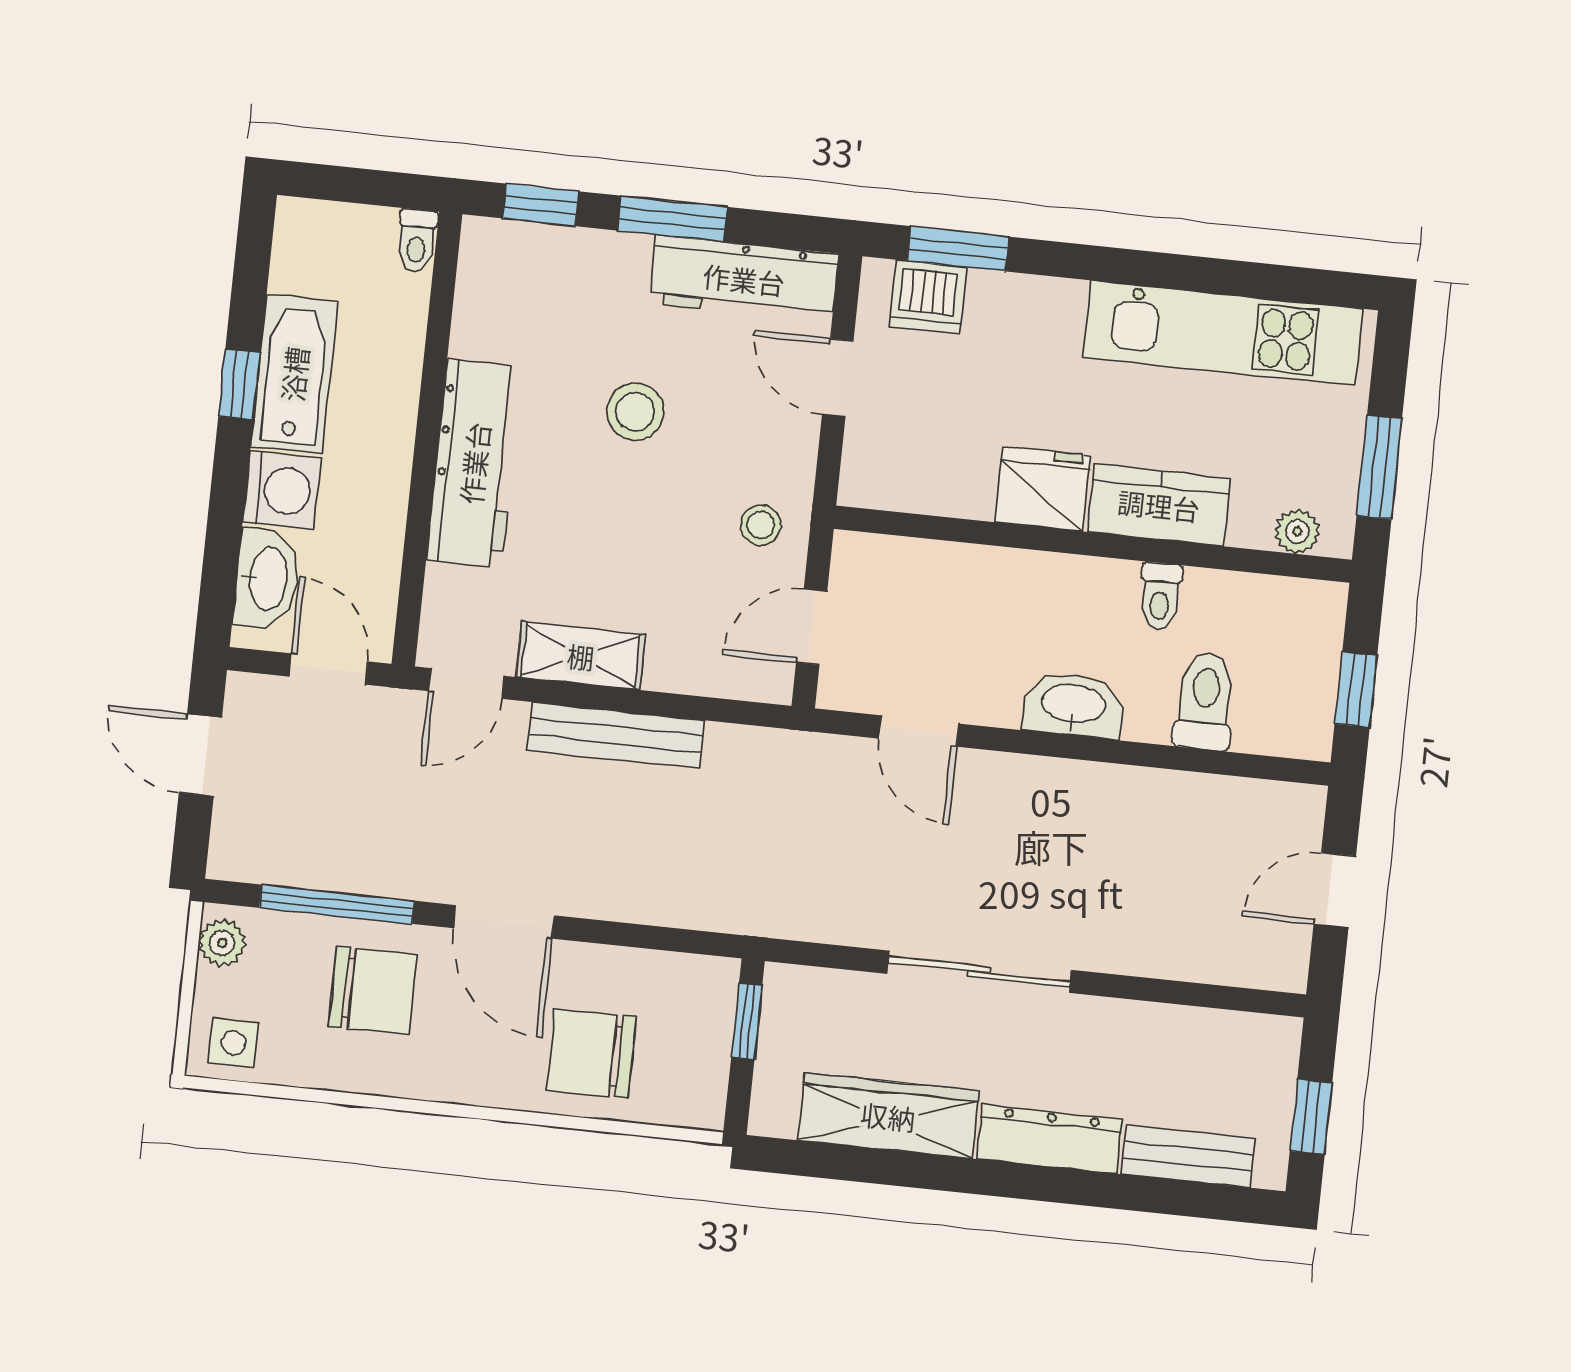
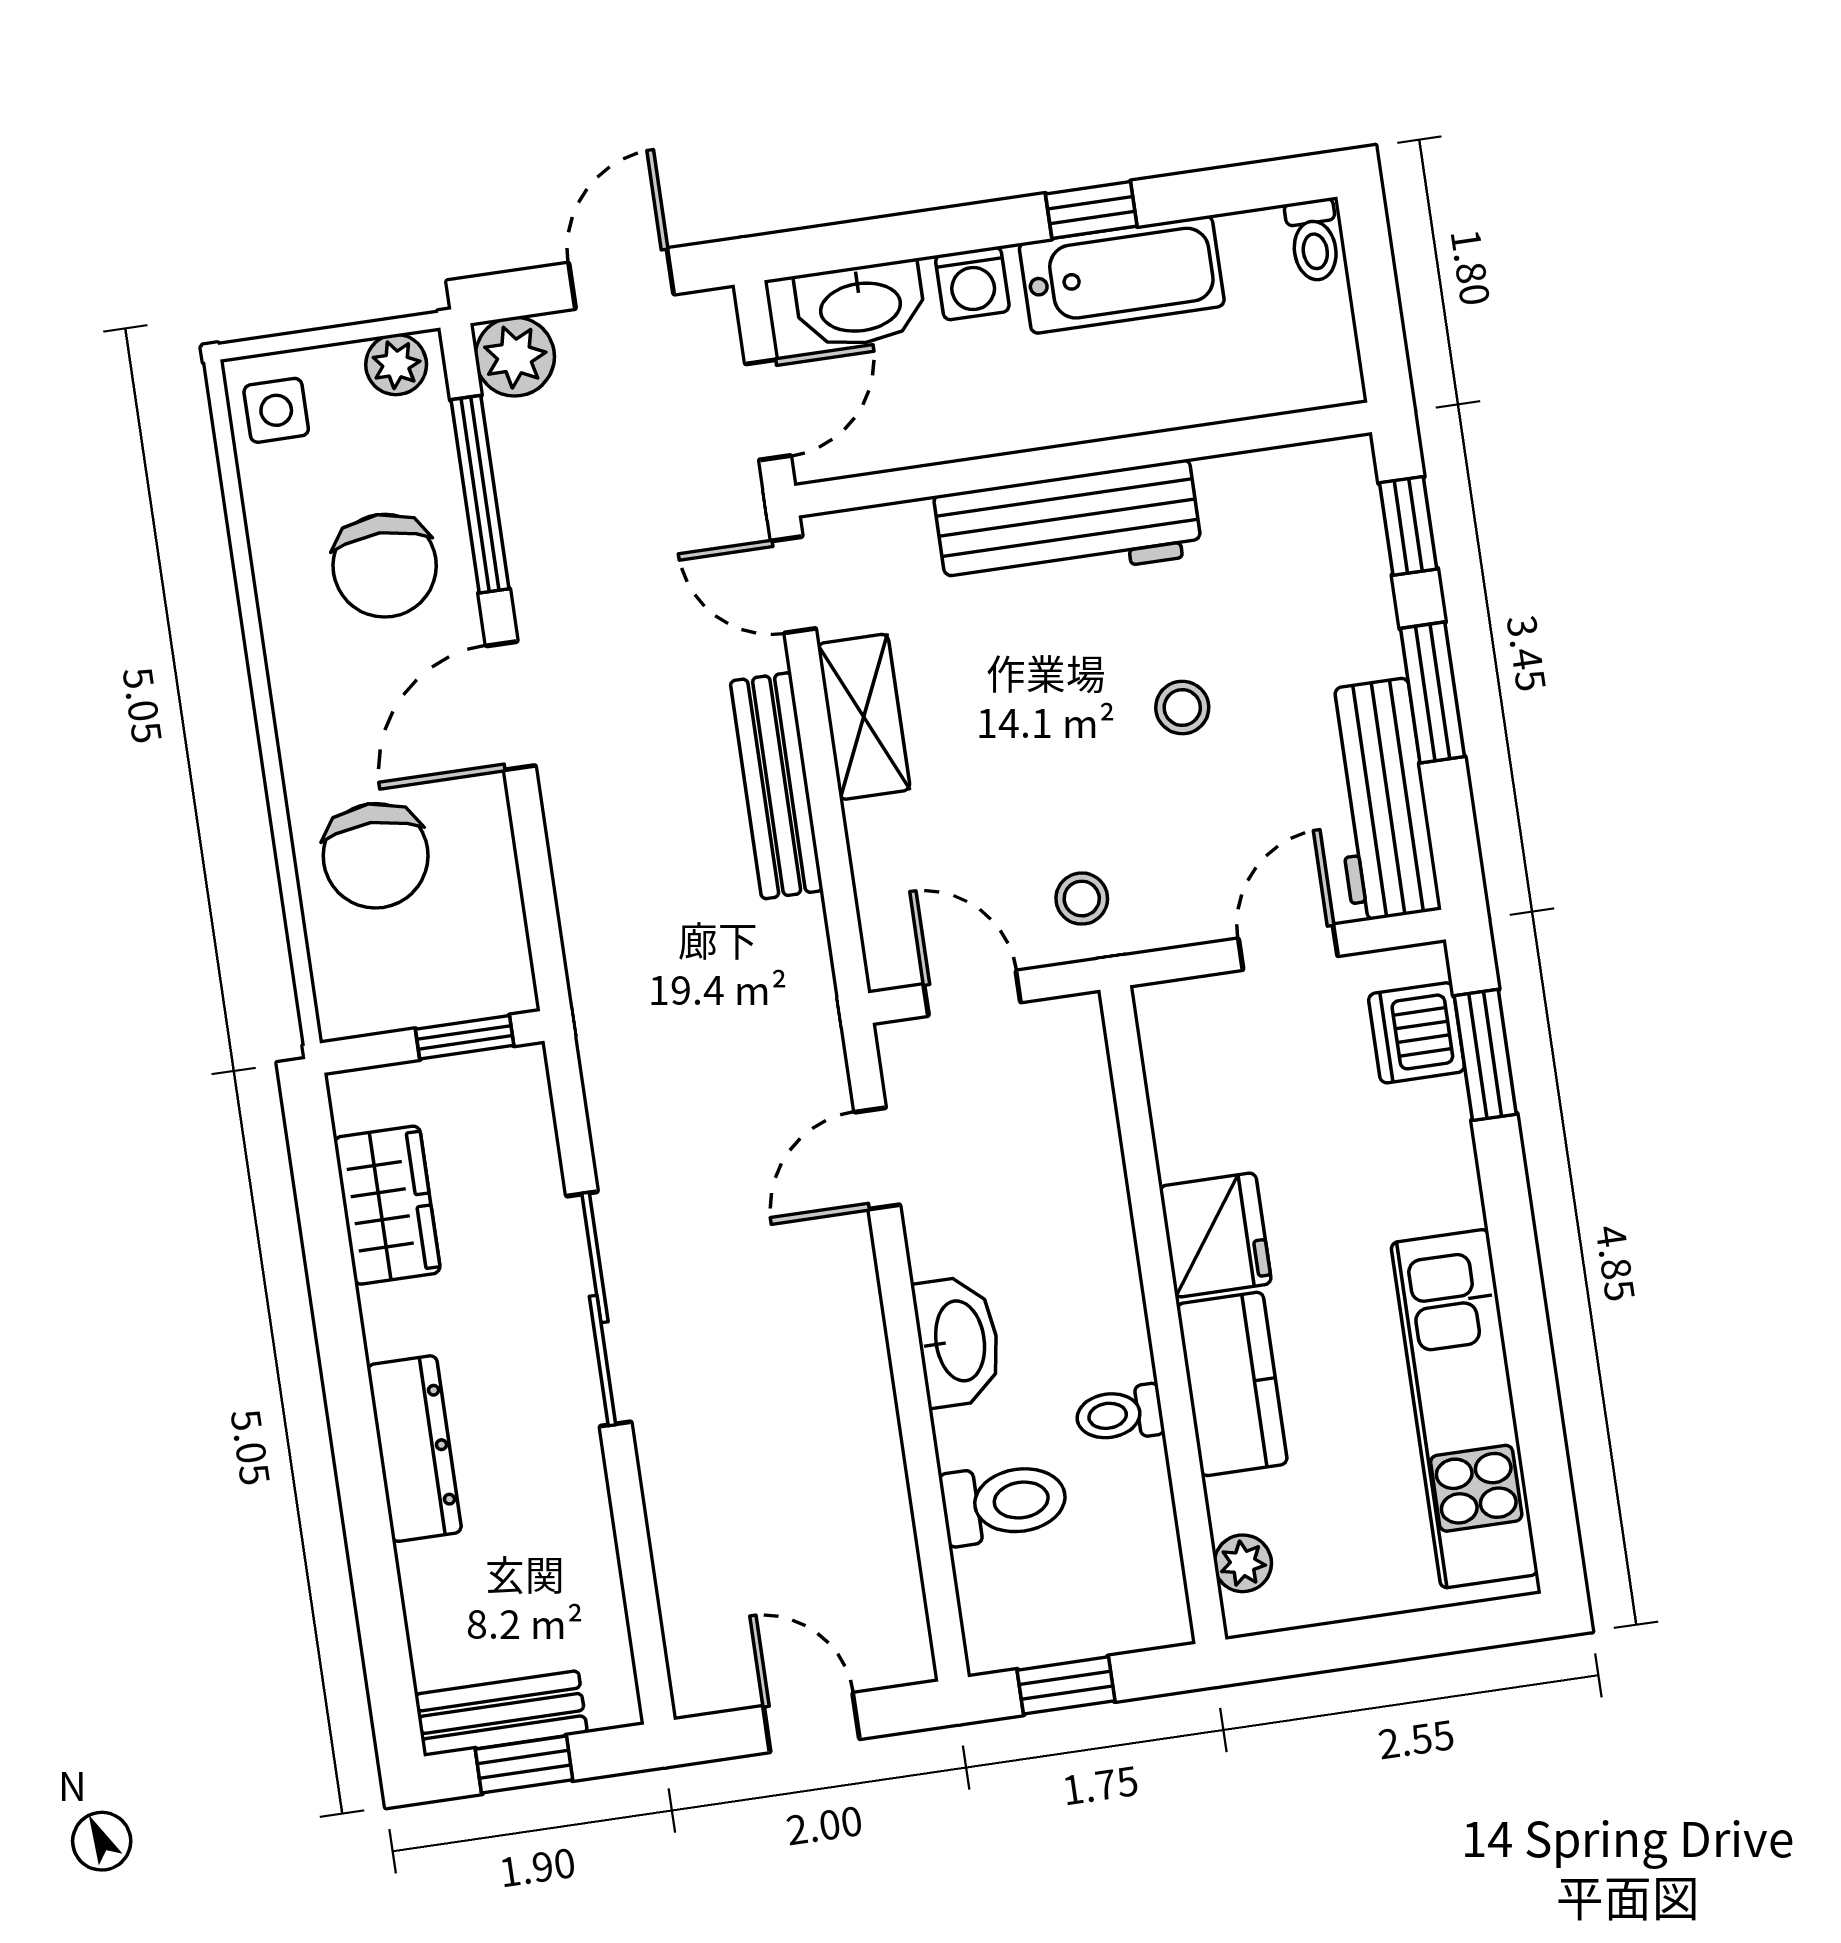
toilet: (417, 241) -> (1314, 240), moved, turned -90
stool: (635, 412) -> (1182, 708), width x0.73, depth x0.73
window: (1379, 467) -> (1348, 1644), removed
washing machine: (282, 490) -> (972, 283), width x0.73, depth x0.73
plant: (239, 851) -> (515, 357), added
chair: (591, 1054) -> (376, 856), turned 180
wardrobe: (888, 1116) -> (387, 1205), width x0.67
bench: (1188, 1156) -> (501, 1713), moved, turned 90

